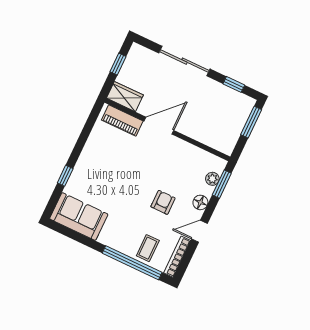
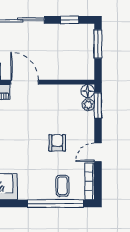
door: (159, 126) -> (25, 82), hinge flipped
floor lamp: (200, 202) -> (88, 91), moved

